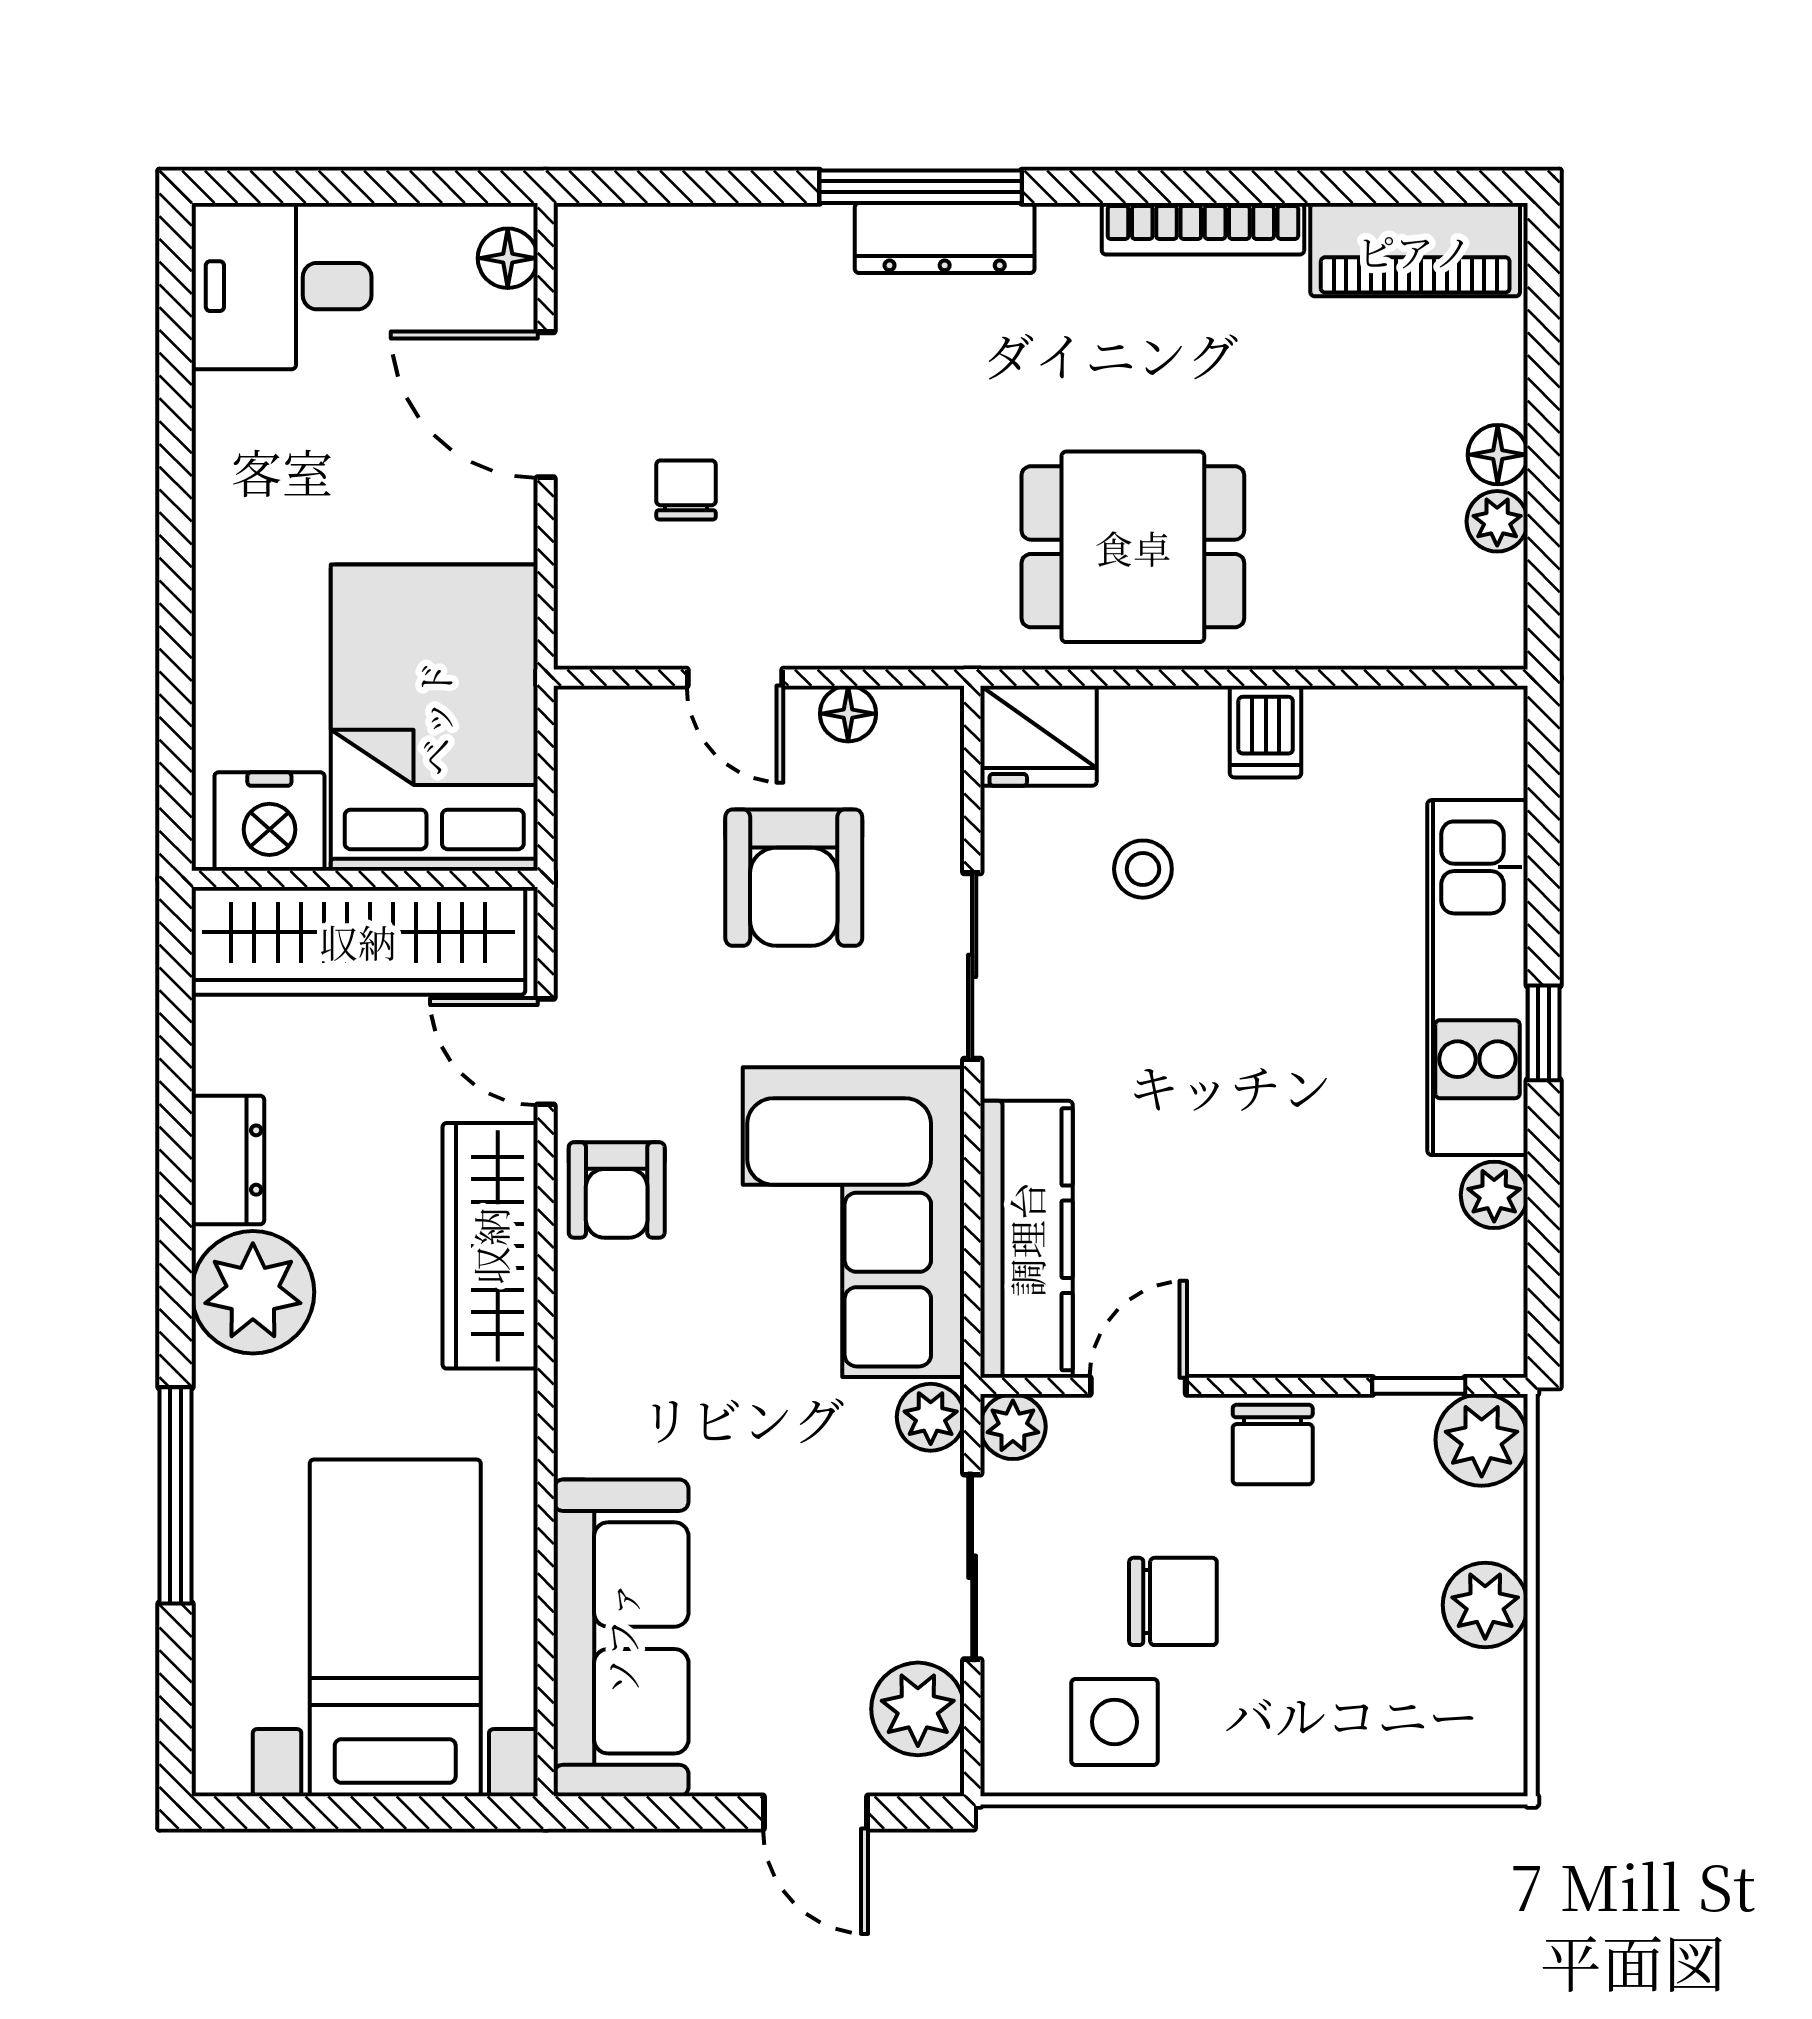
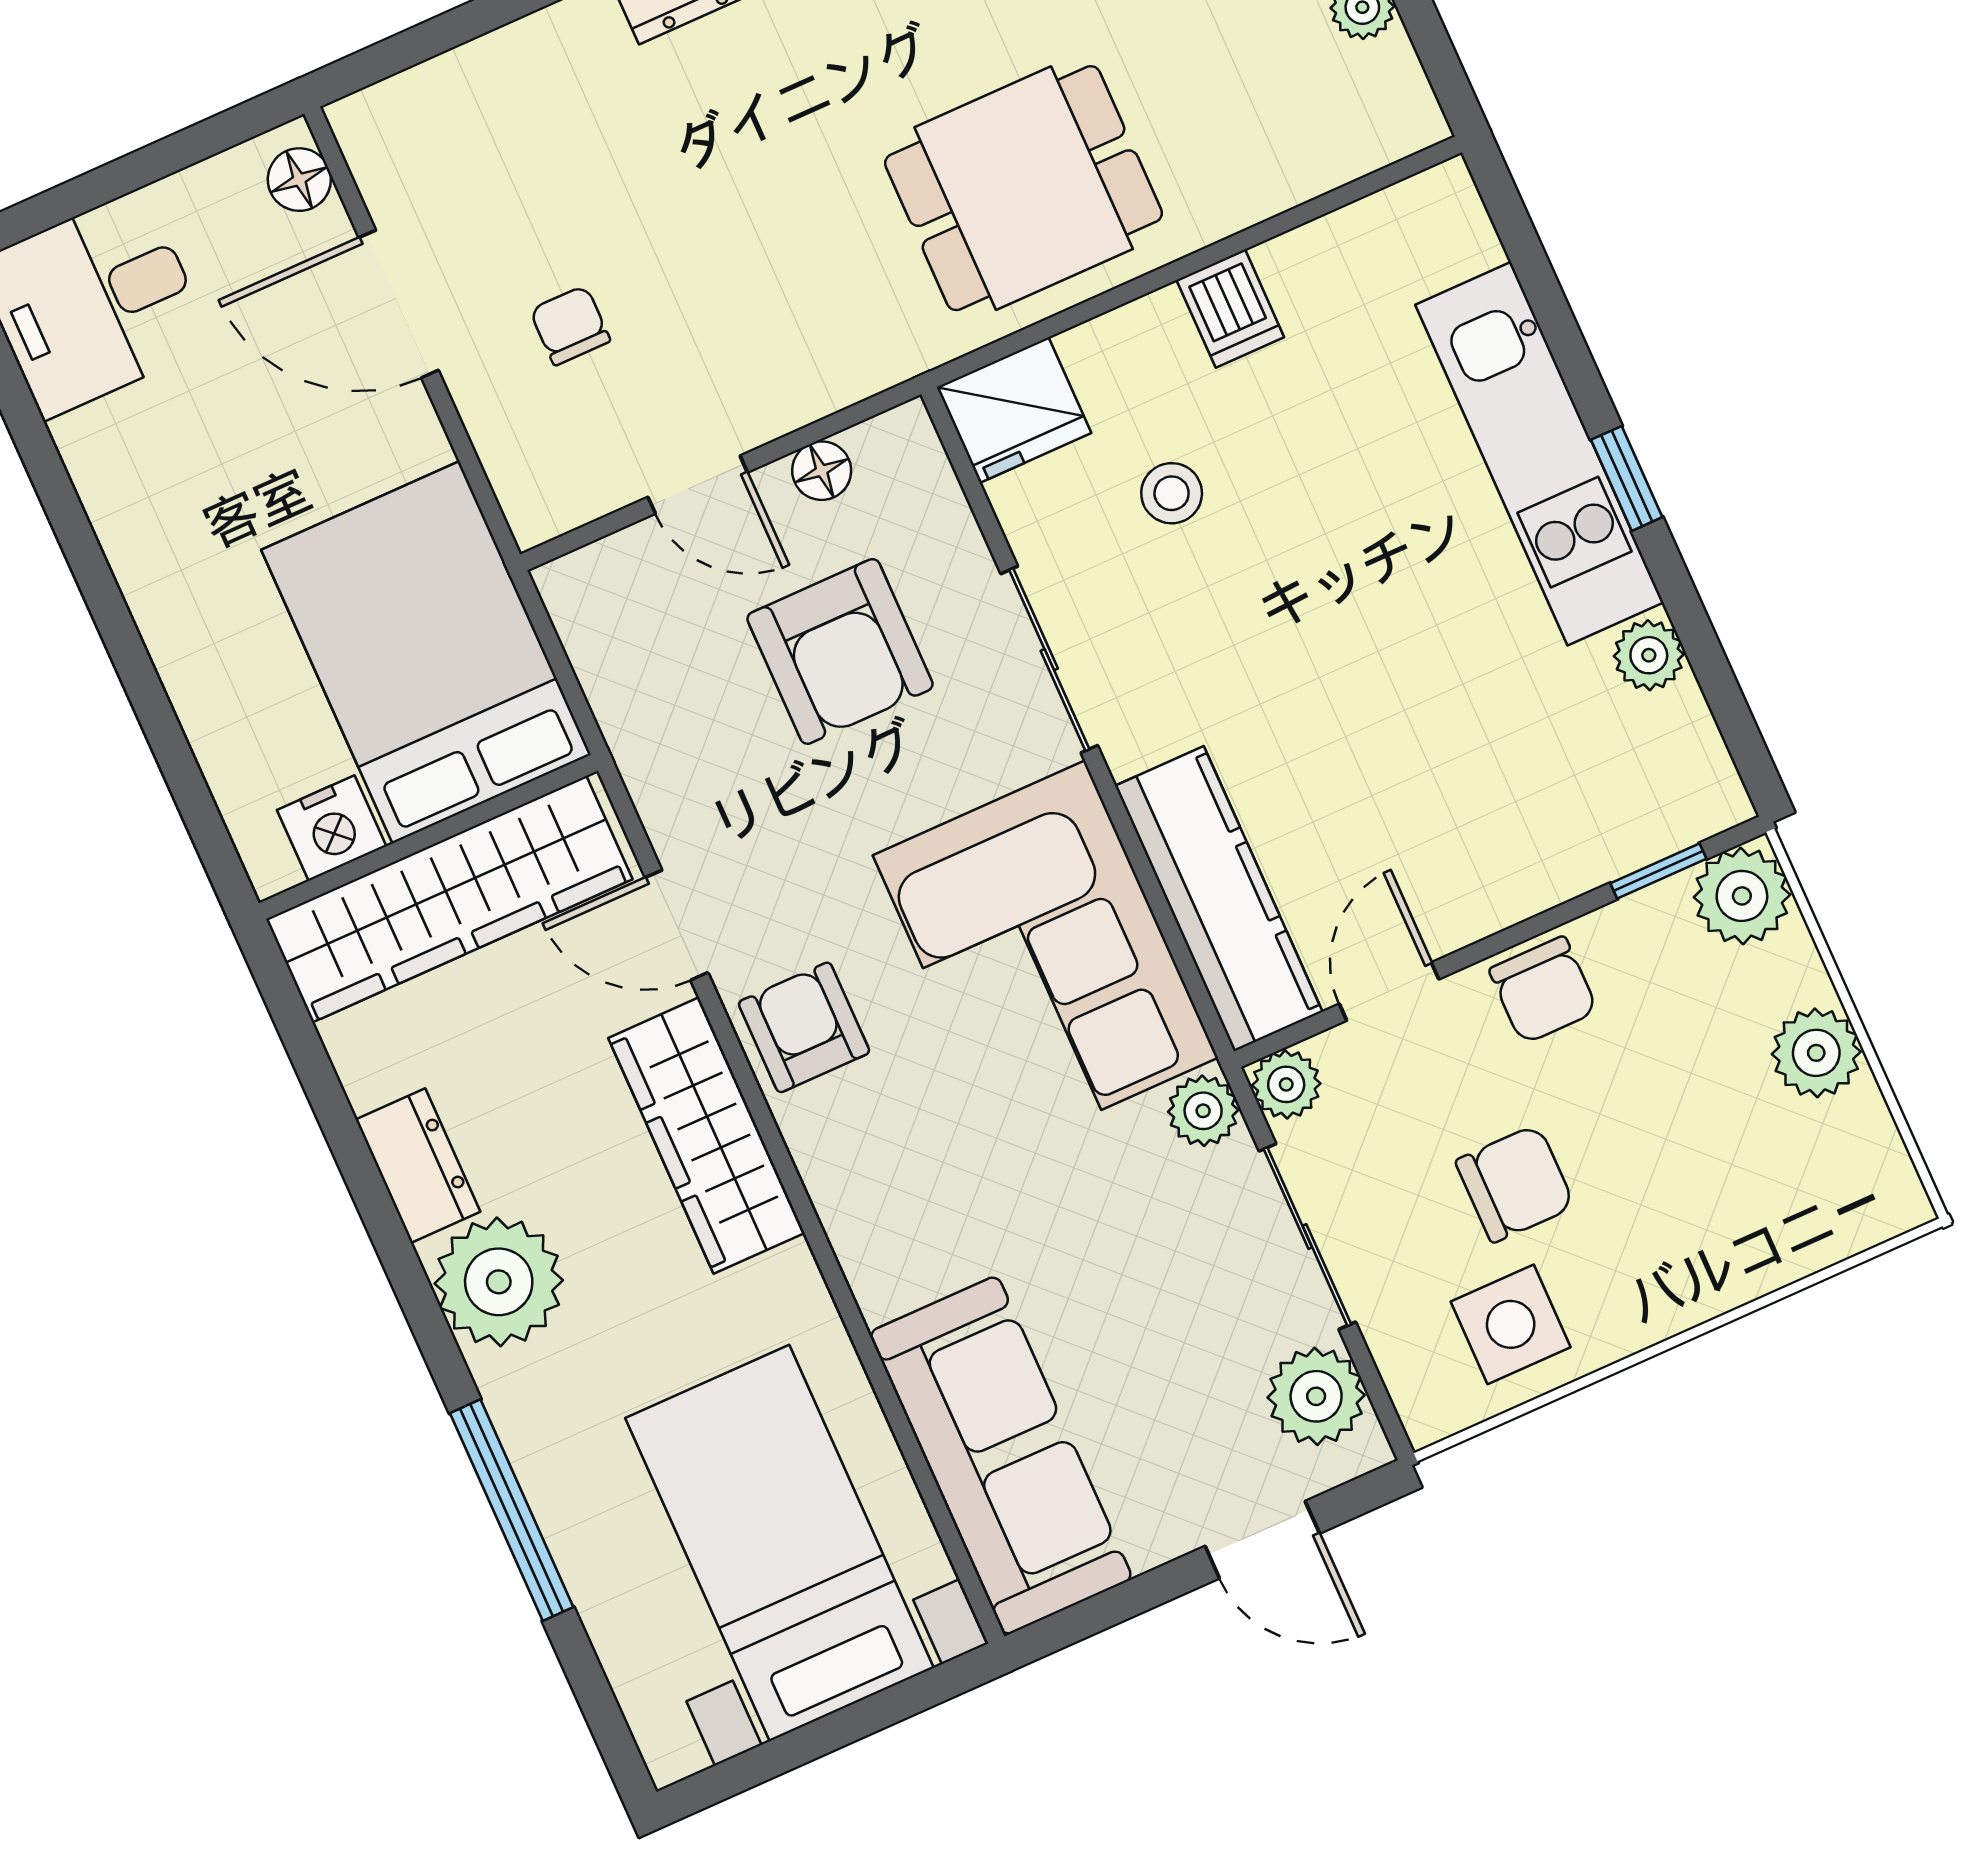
nightstand: (269, 821) -> (332, 828), width x0.74, depth x0.75
armchair: (617, 1190) -> (804, 1027), turned 180

